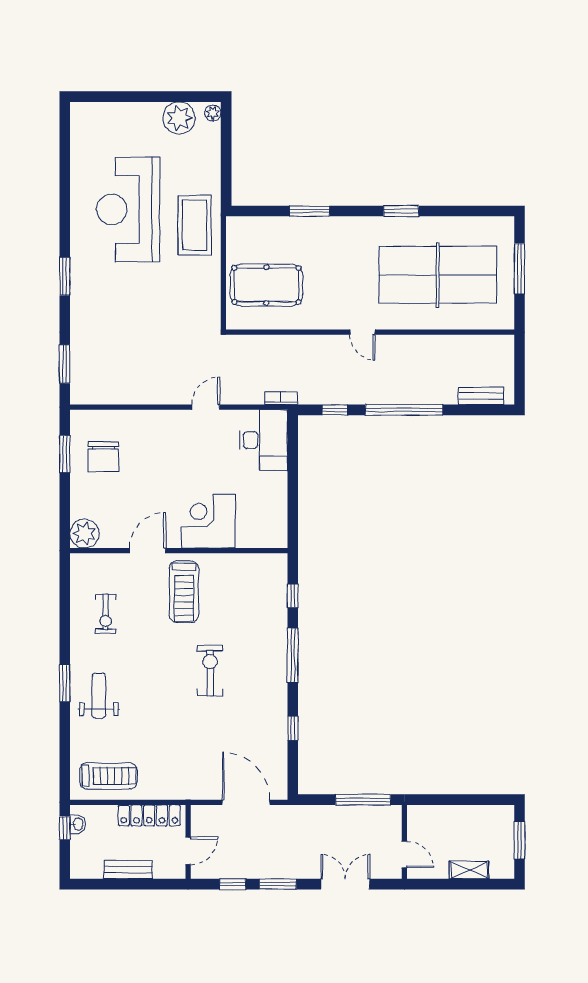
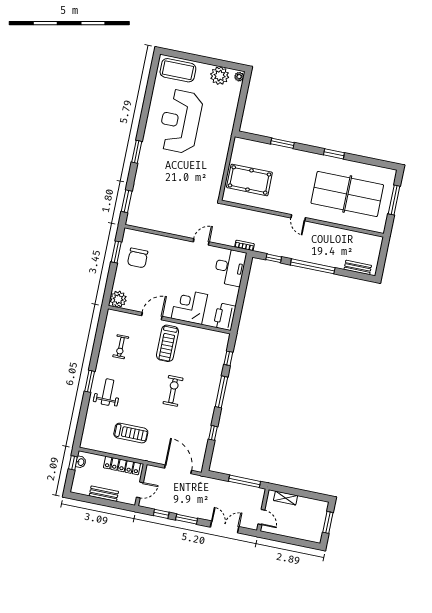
coffee table: (194, 225) -> (178, 70), moved, turned 90
printer: (272, 526) -> (225, 317), added
treadmill: (108, 776) -> (131, 433), moved
shelving: (469, 870) -> (286, 498), moved

